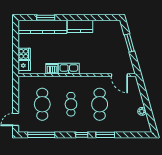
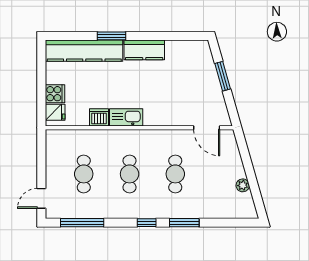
window: (46, 18) -> (111, 36), moved
cafe table: (42, 104) -> (84, 174), width x0.73, depth x0.74
cafe table: (100, 104) -> (175, 174), width x0.73, depth x0.74

